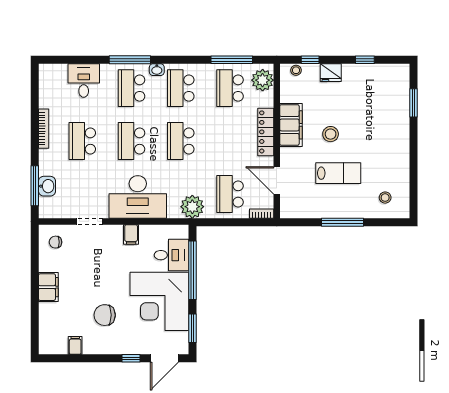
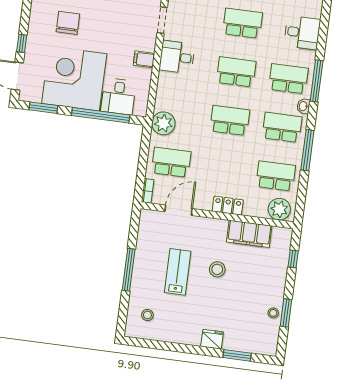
window: (232, 60) -> (307, 150), moved
window: (365, 60) -> (286, 313), width x1.50
stool: (296, 70) -> (273, 313), moved
fridge: (331, 73) -> (212, 339), moved, turned 90
filing cabinet: (291, 125) -> (249, 234), moved
locker: (266, 132) -> (228, 206), width x0.66
lab bench: (338, 173) -> (178, 272), turned 180
desk: (138, 197) -> (177, 57), width x0.53, depth x0.77

